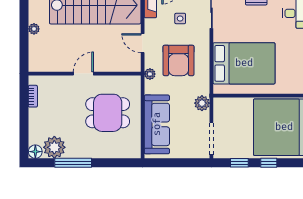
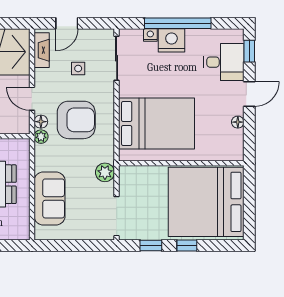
armchair: (179, 60) -> (76, 120), turned -90
floor lamp: (150, 62) -> (41, 122), added
sofa: (157, 124) -> (50, 198), width x0.73

